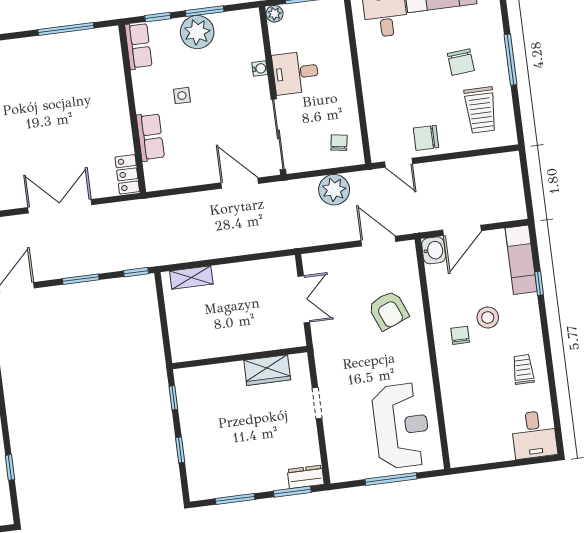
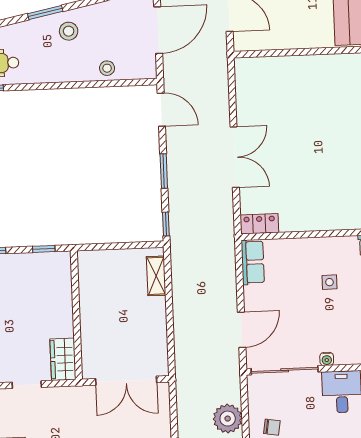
water cooler: (260, 68) -> (327, 359), moved
row of seats: (150, 137) -> (253, 262), moved, turned -90
double door: (304, 299) -> (126, 381), width x1.37
wardrobe: (267, 370) -> (63, 359), moved

